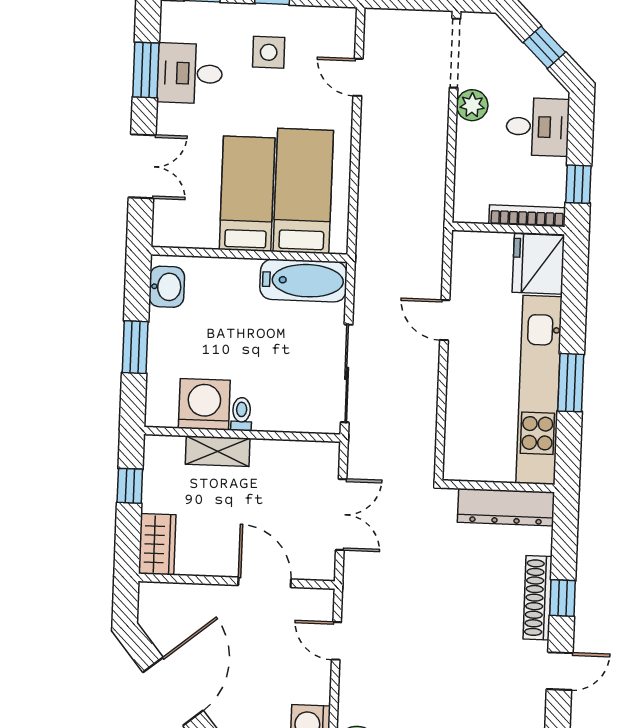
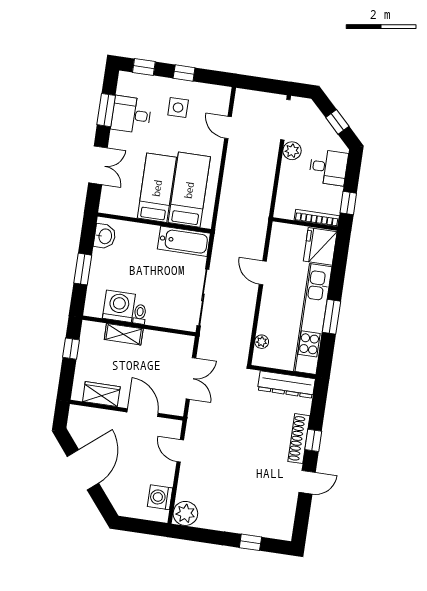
plant: (456, 438) -> (262, 342), added
wardrobe: (157, 544) -> (101, 394), moved, turned -90

